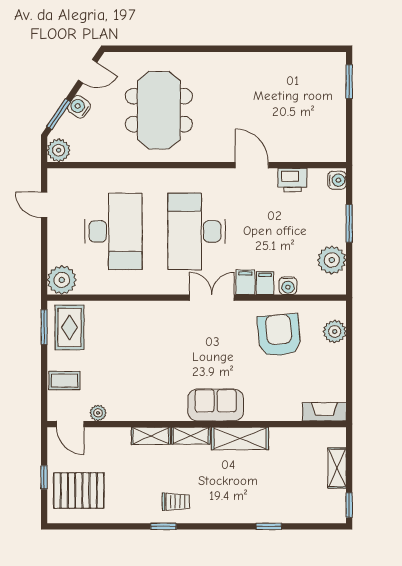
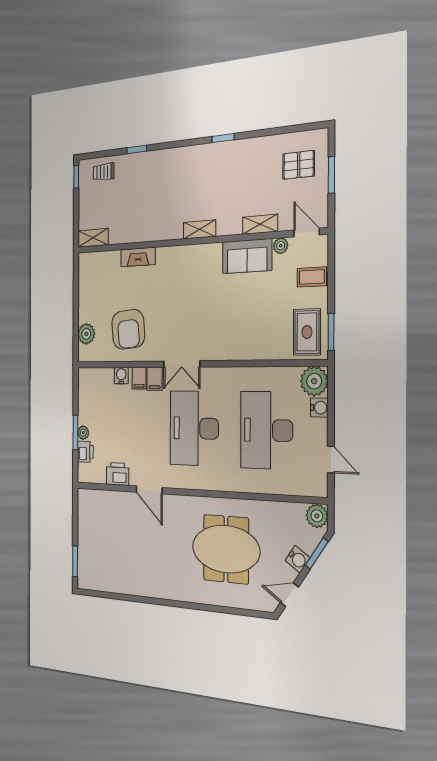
meeting table: (159, 110) -> (226, 549), turned 90
water cooler: (337, 180) -> (319, 408), moved, turned 180
printer: (336, 202) -> (85, 452), added
desk: (197, 231) -> (194, 428), turned 180
plant: (332, 260) -> (83, 433), moved, width x0.53, depth x0.53
sofa: (216, 405) -> (247, 256), moved
fireplace: (324, 412) -> (138, 257), moved
shelving: (151, 436) -> (260, 224), moved
shelving: (240, 438) -> (159, 230), removed
shelving: (337, 468) -> (93, 238), moved, turned 90
window: (44, 477) -> (331, 175), width x1.50
pallet: (79, 491) -> (299, 165), width x0.67, depth x0.71
trolley: (176, 502) -> (104, 172), moved

